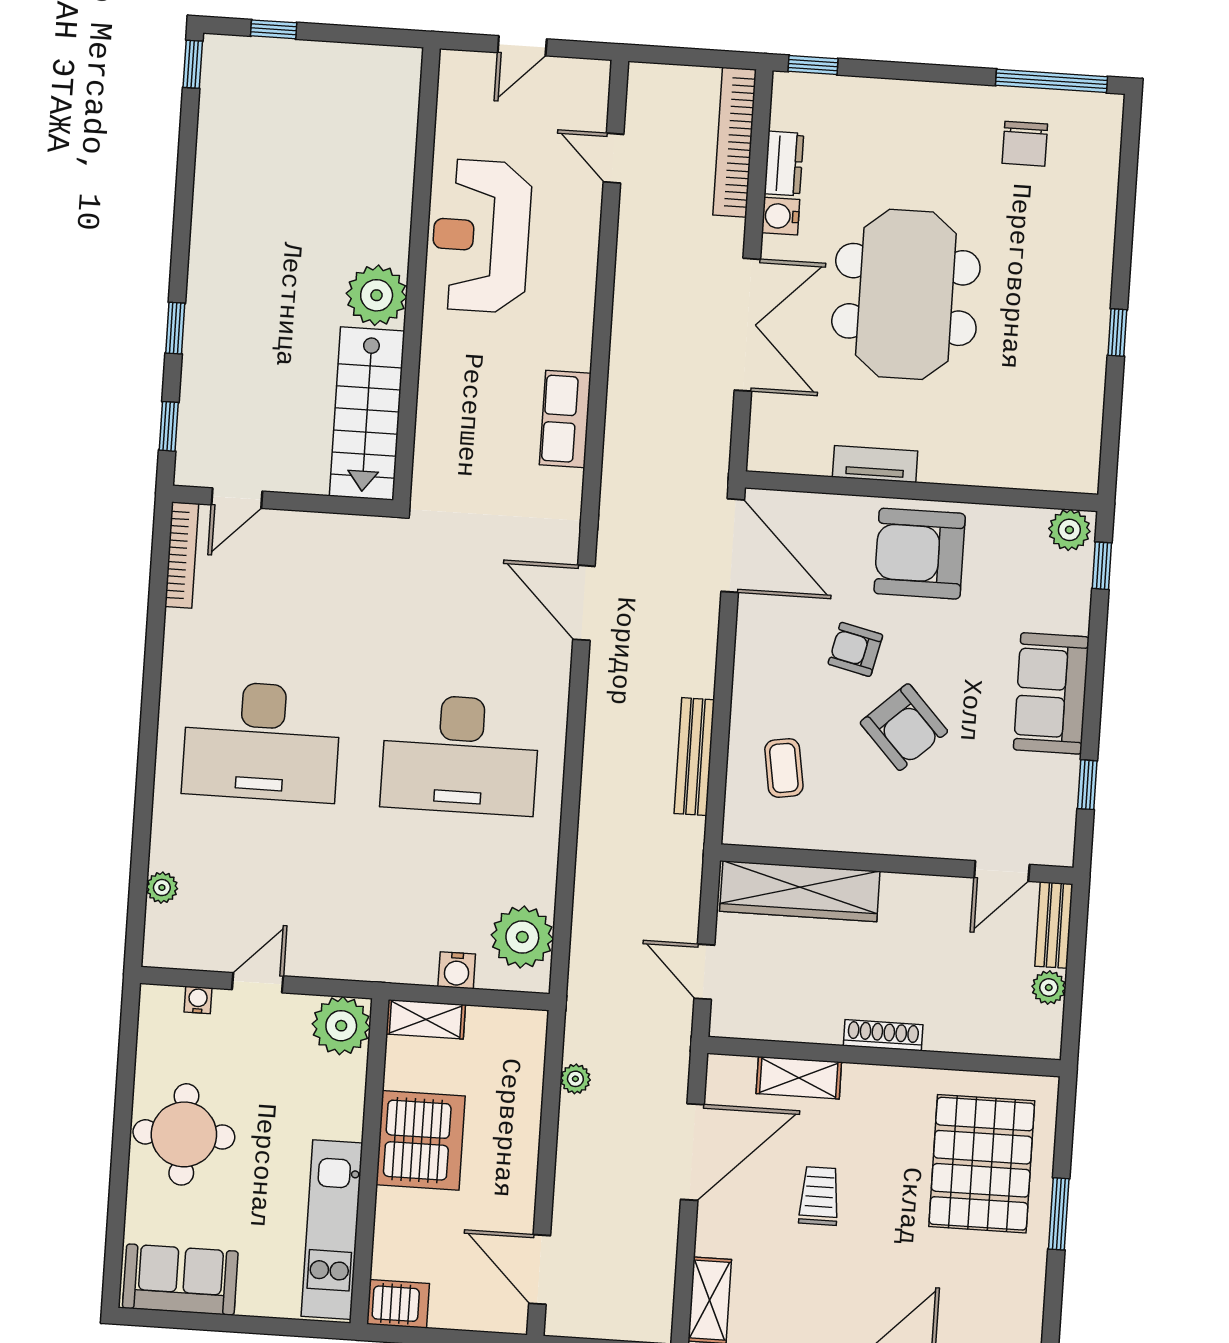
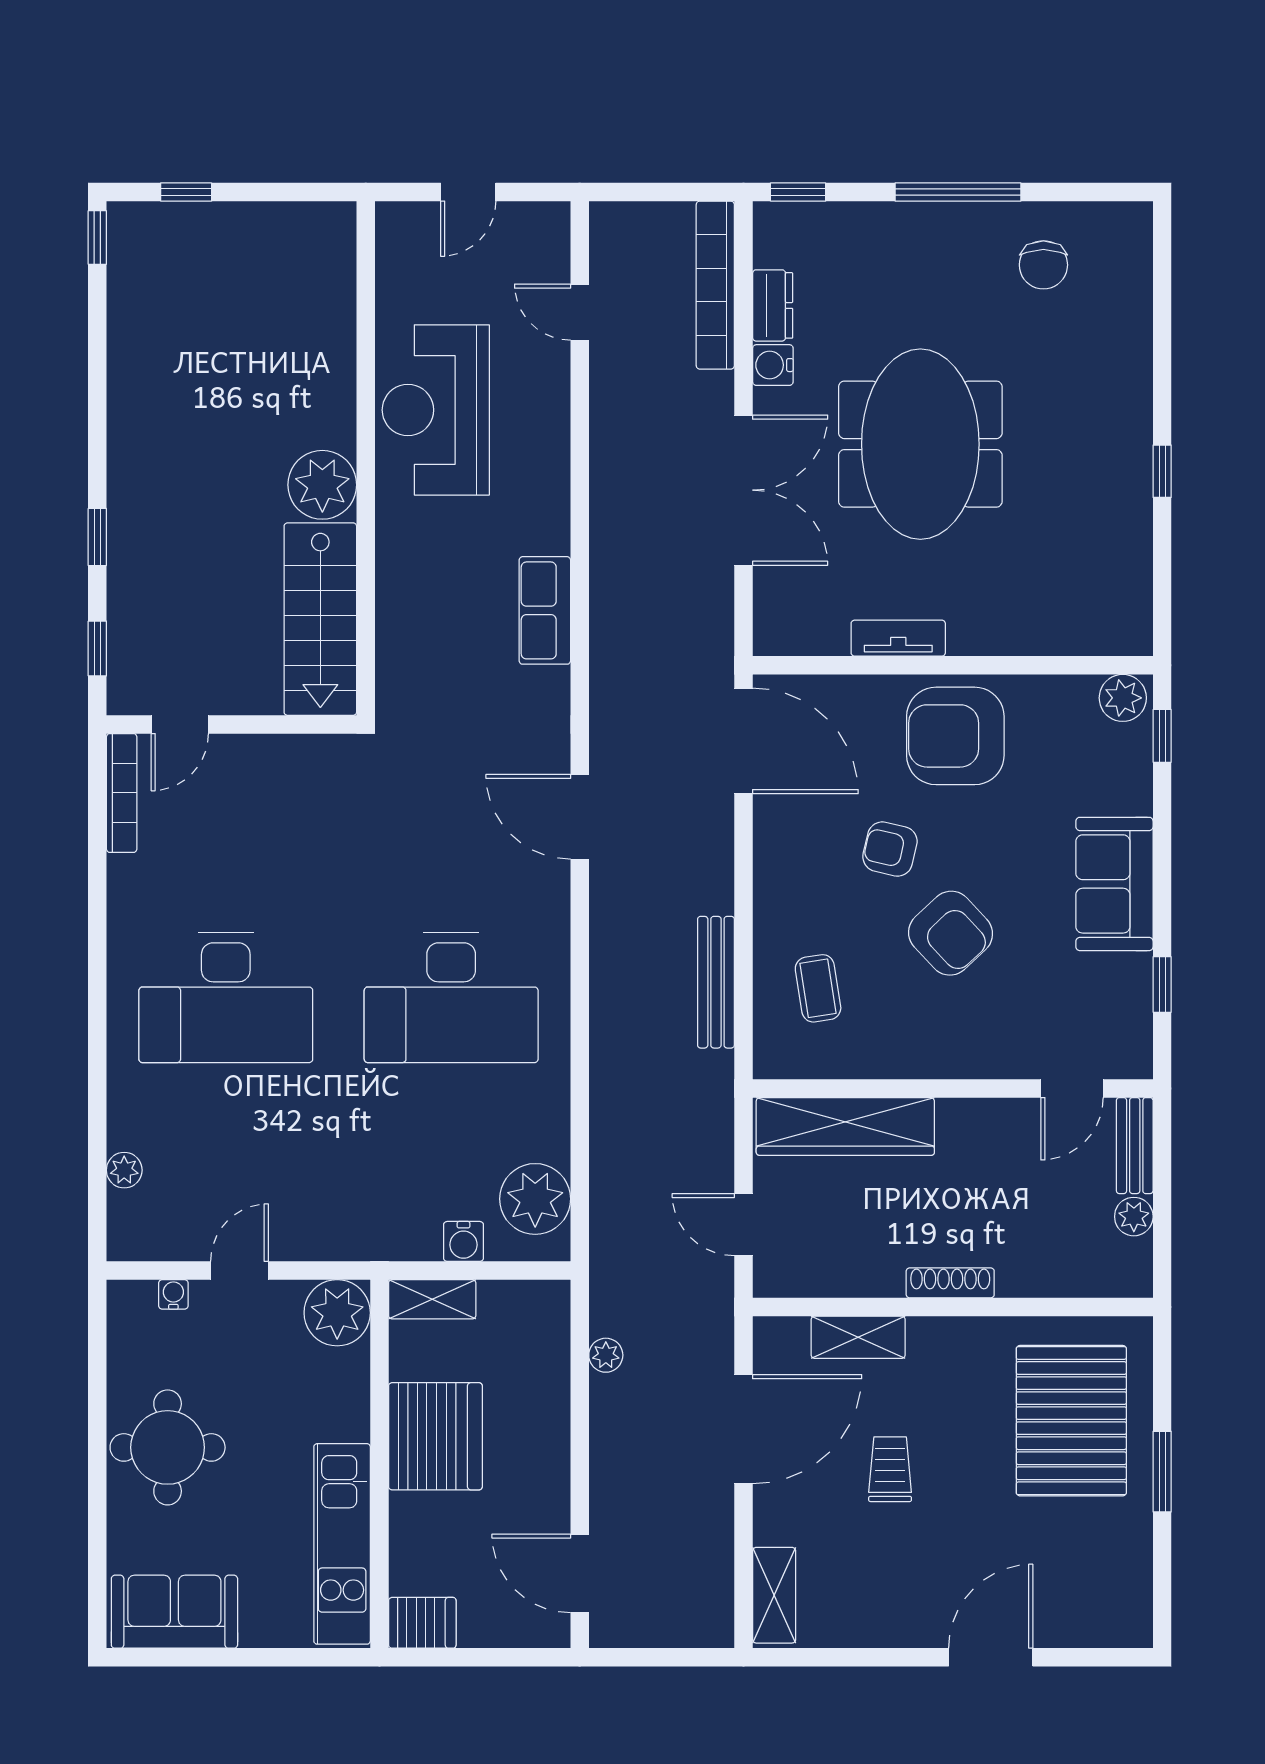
window: (1051, 81) -> (958, 192), moved

